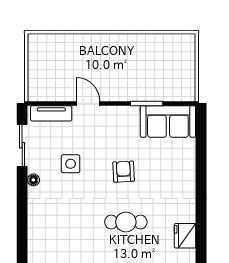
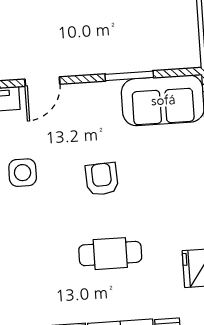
door: (88, 103) -> (42, 82), swing flipped

